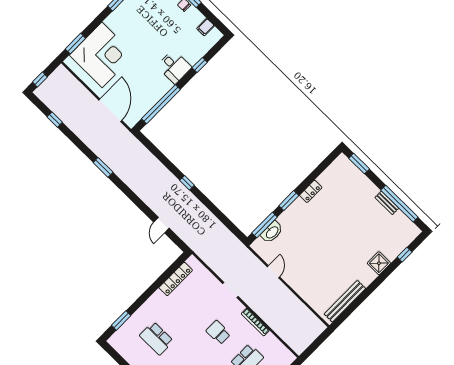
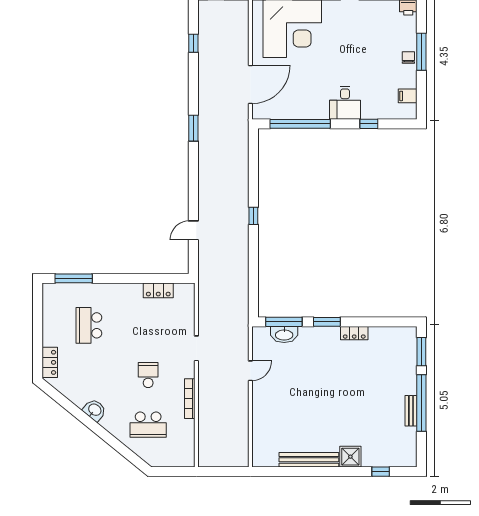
window: (399, 204) -> (421, 403), moved
locker: (176, 279) -> (158, 290), width x0.66
bench: (345, 301) -> (309, 460), moved
window: (121, 320) -> (74, 278), width x1.44

